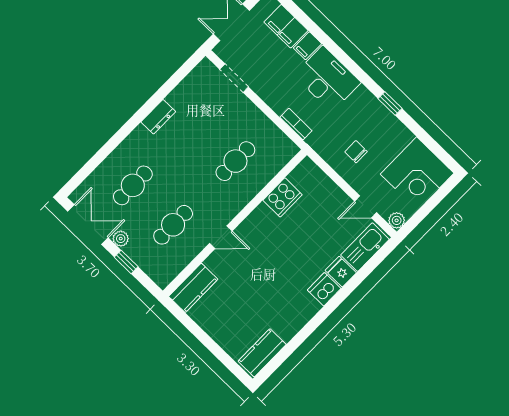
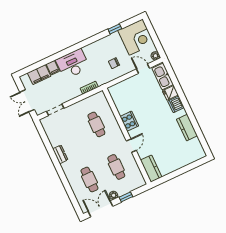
window: (390, 103) -> (115, 29), moved
cooker: (282, 197) -> (129, 121), moved
door: (366, 207) -> (143, 69), swing flipped
kitchen counter: (262, 353) -> (187, 128), moved

